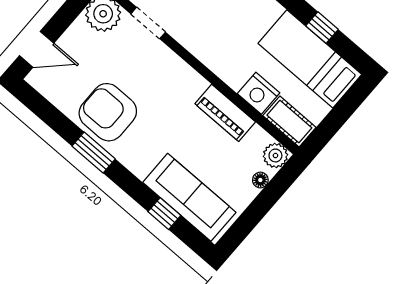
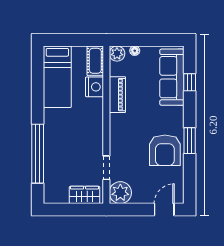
window: (322, 28) -> (38, 84), removed
door: (37, 49) -> (164, 210), hinge flipped

